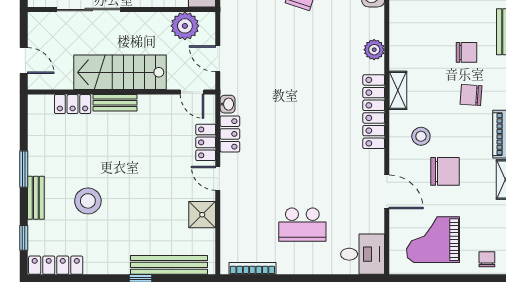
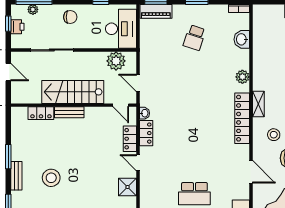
door: (24, 61) -> (8, 72), moved

